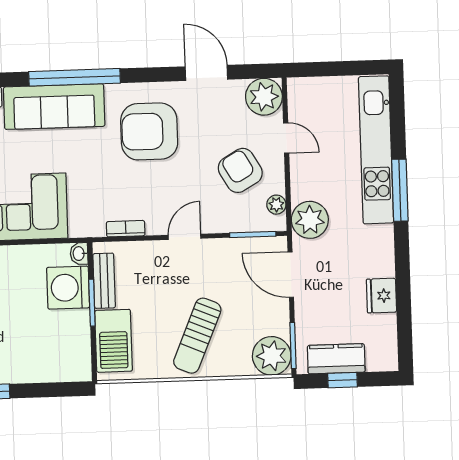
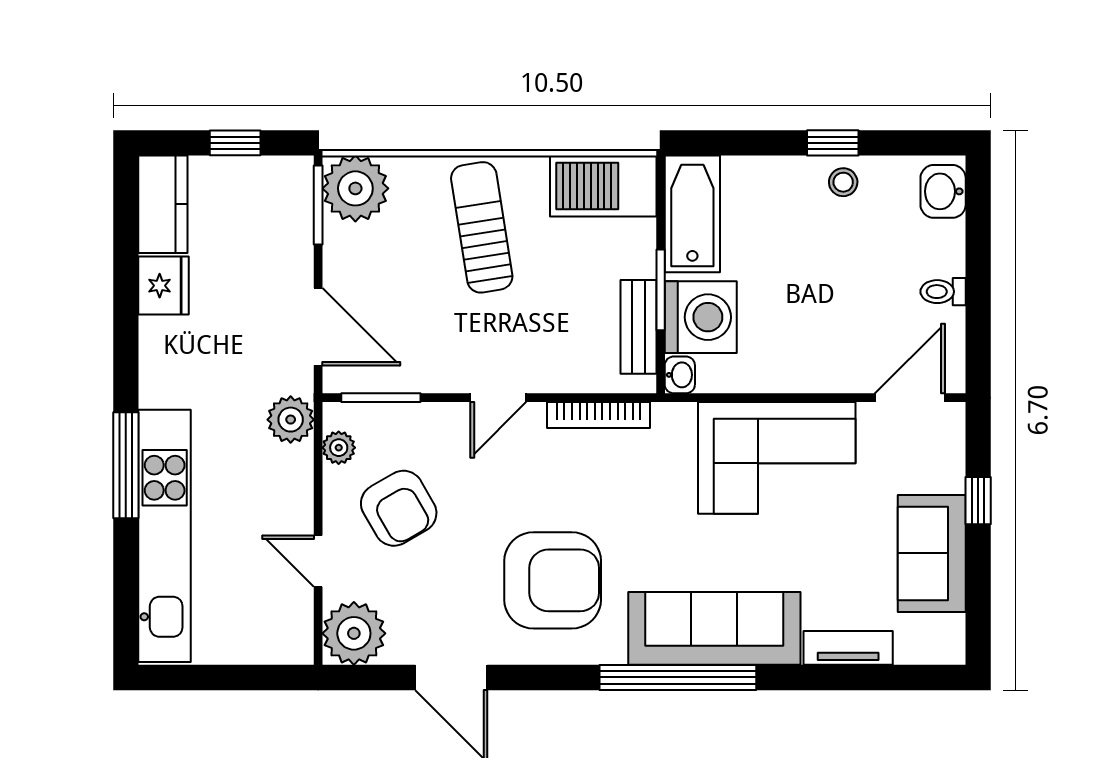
plant: (310, 220) -> (291, 420), width x0.73, depth x0.73
bookcase: (126, 229) -> (599, 415), width x1.56
sun lounger: (197, 336) -> (482, 227), turned -32
barbecue: (114, 341) -> (603, 186), moved, turned -90
bathtub: (75, 348) -> (692, 214), added
kitchen counter: (336, 359) -> (163, 204), moved, turned -90

